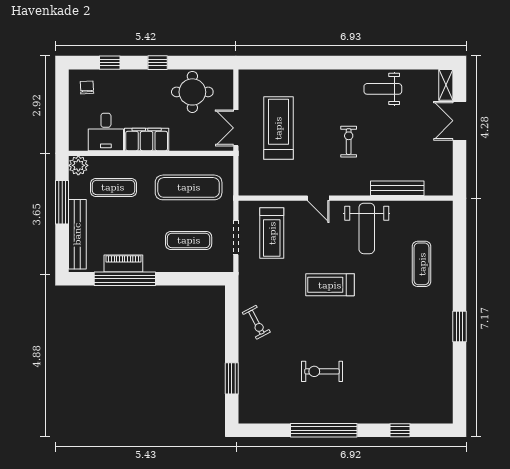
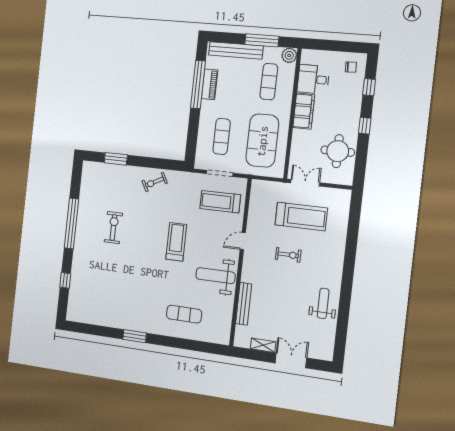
shelving: (446, 85) -> (263, 345), moved
exercise bike: (349, 142) -> (288, 255), moved
exercise mat: (189, 187) -> (262, 141), width x1.47

